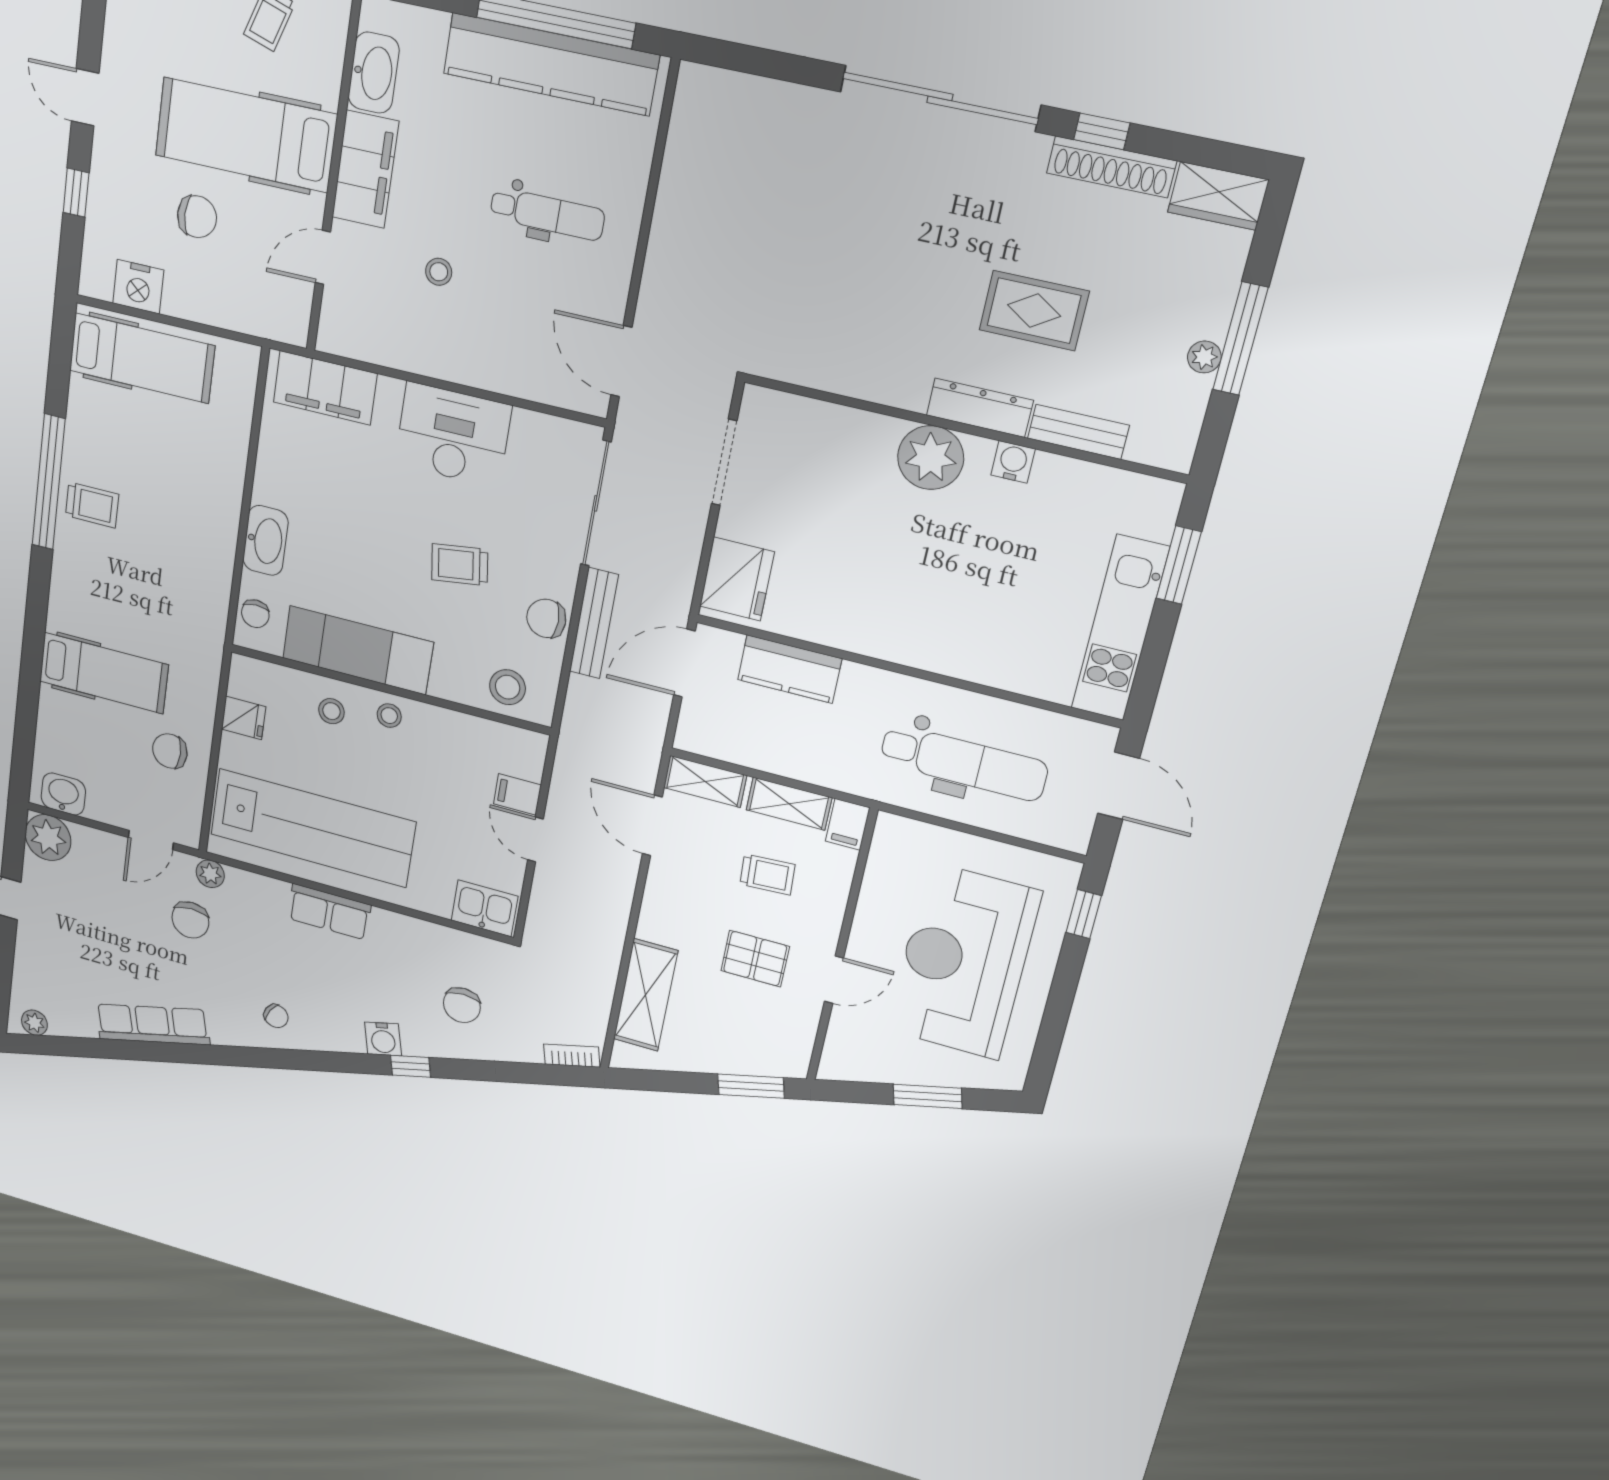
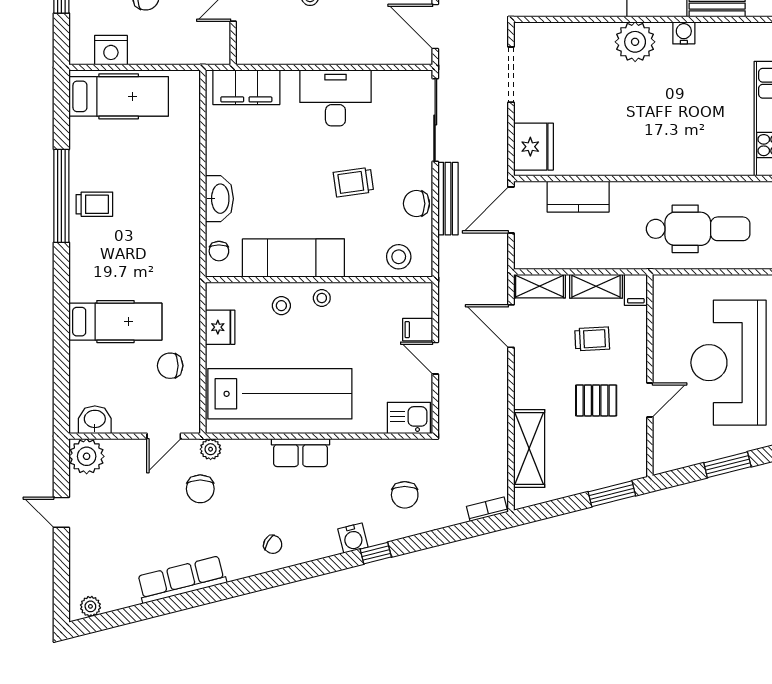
fridge: (243, 718) -> (220, 327), width x1.38

